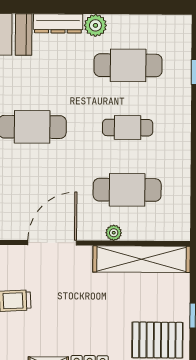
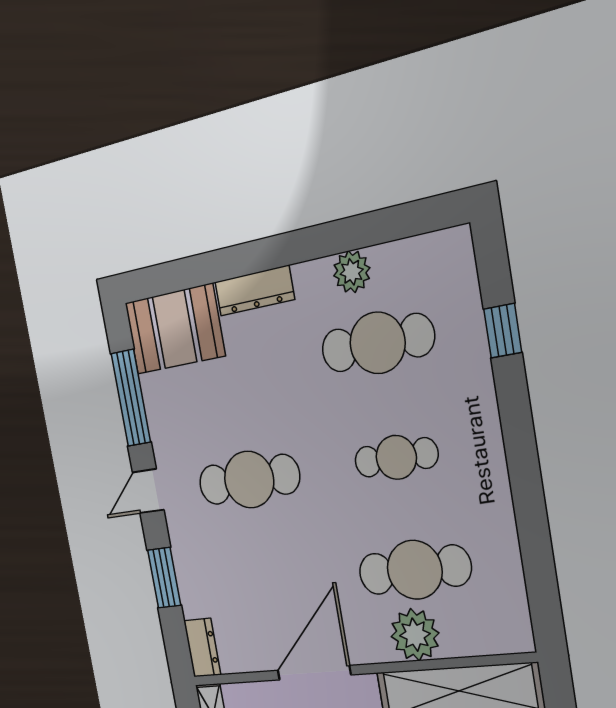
plant: (95, 25) -> (352, 272), moved
plant: (114, 233) -> (415, 635), width x1.88, depth x1.88

